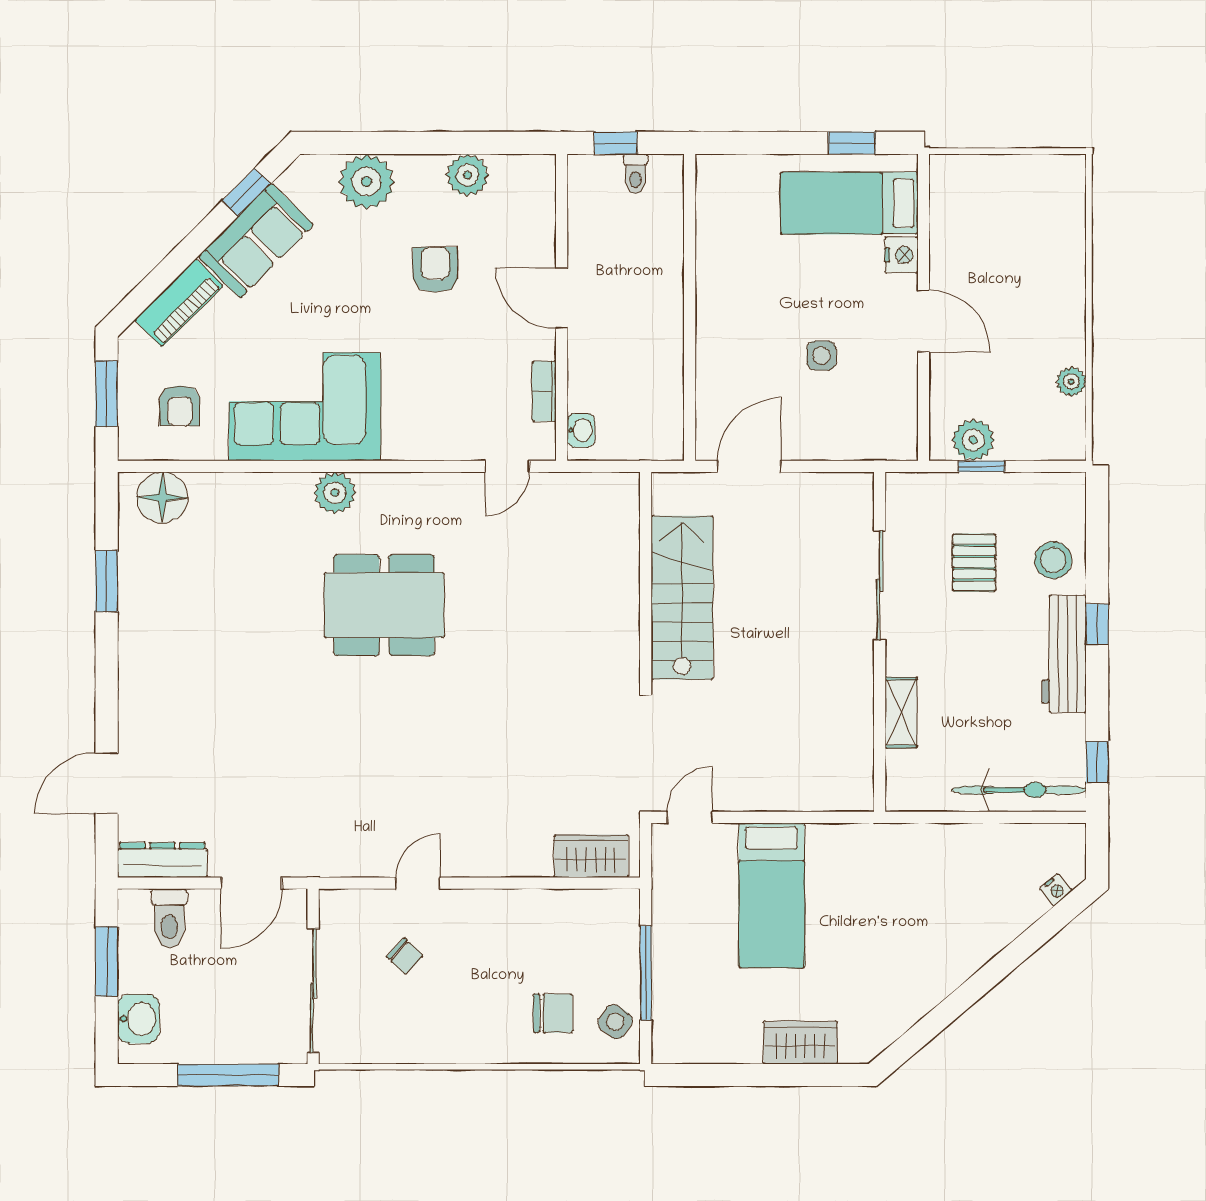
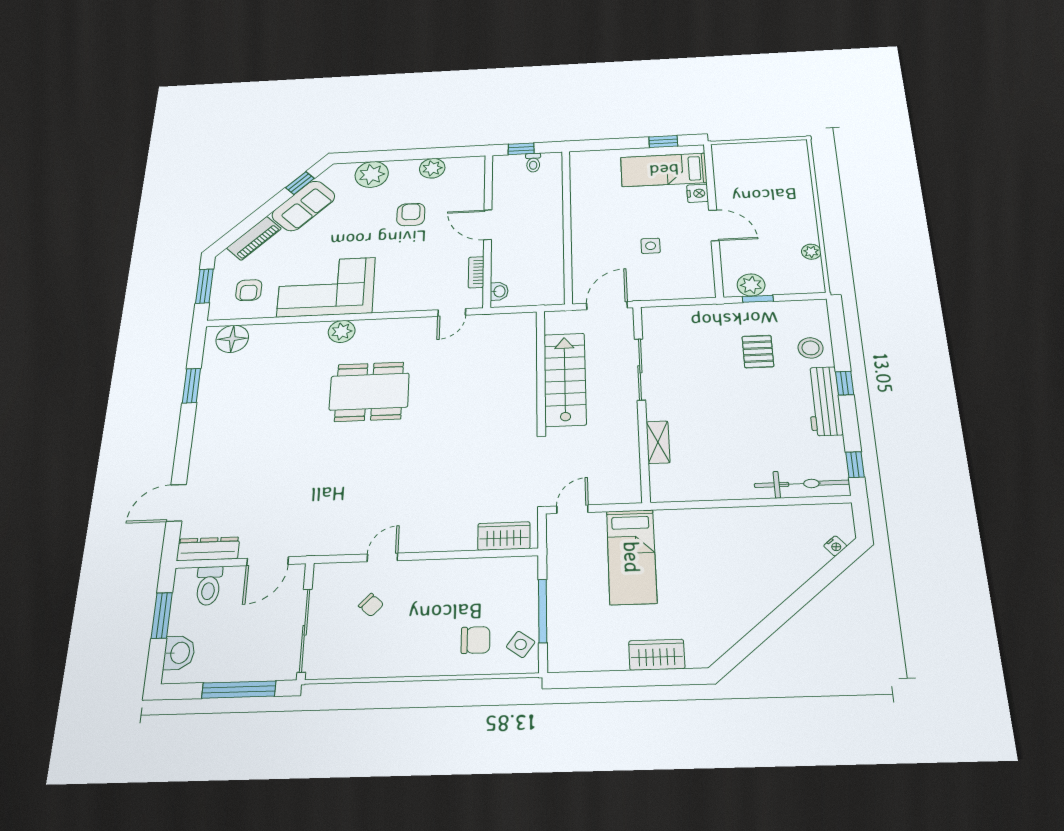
sliding door: (880, 585) -> (640, 369), moved
wall: (880, 642) -> (641, 401), moved
shelving: (901, 713) -> (658, 442), moved

